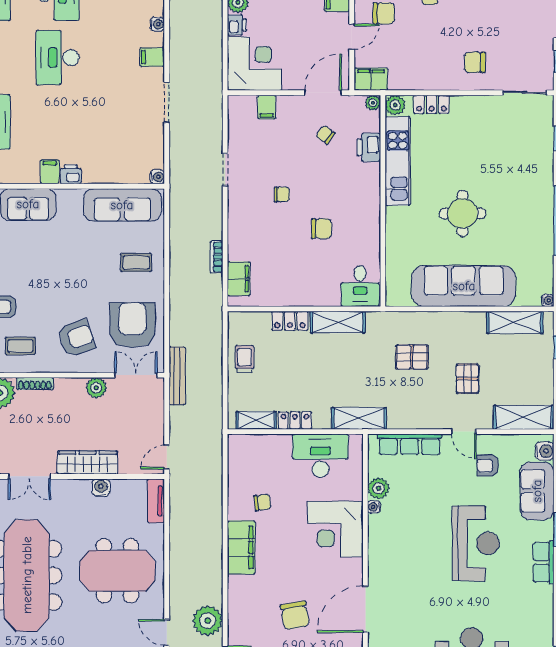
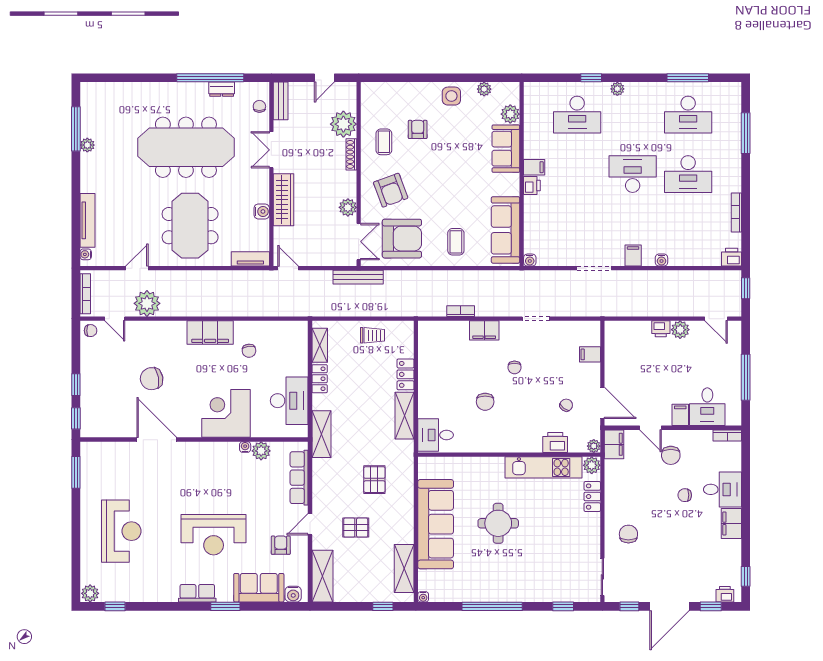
corner desk: (254, 64) -> (627, 344), removed
filing cabinet: (239, 279) -> (484, 330), moved

